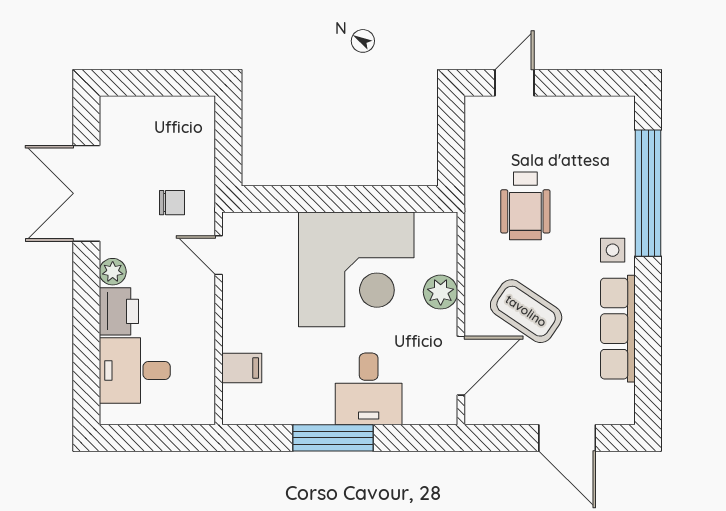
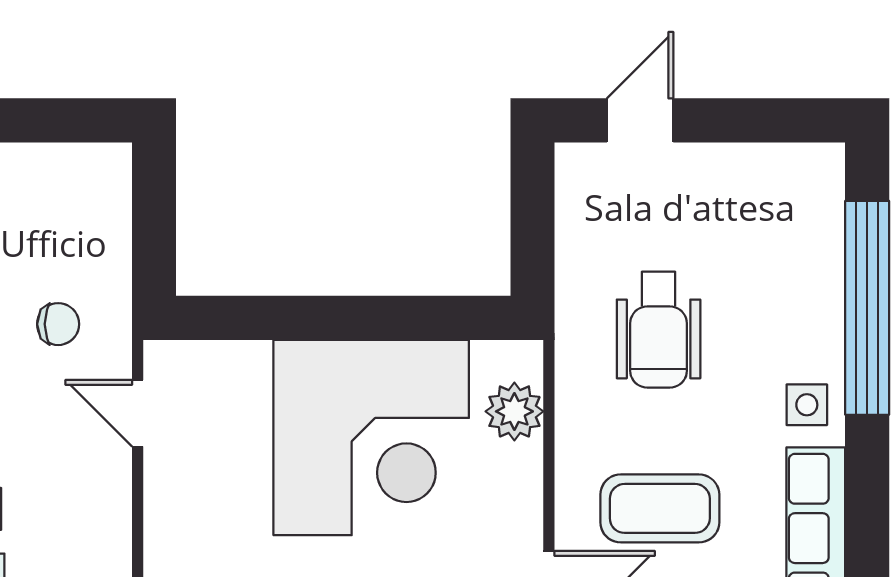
plant: (441, 292) -> (514, 411), moved
coffee table: (526, 311) -> (660, 508), turned -34

